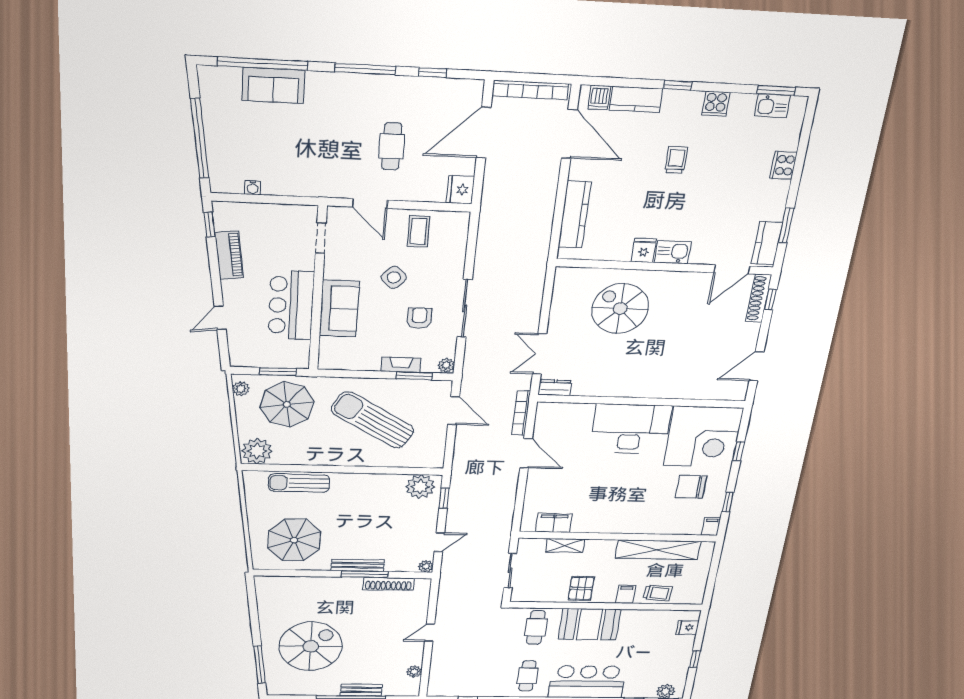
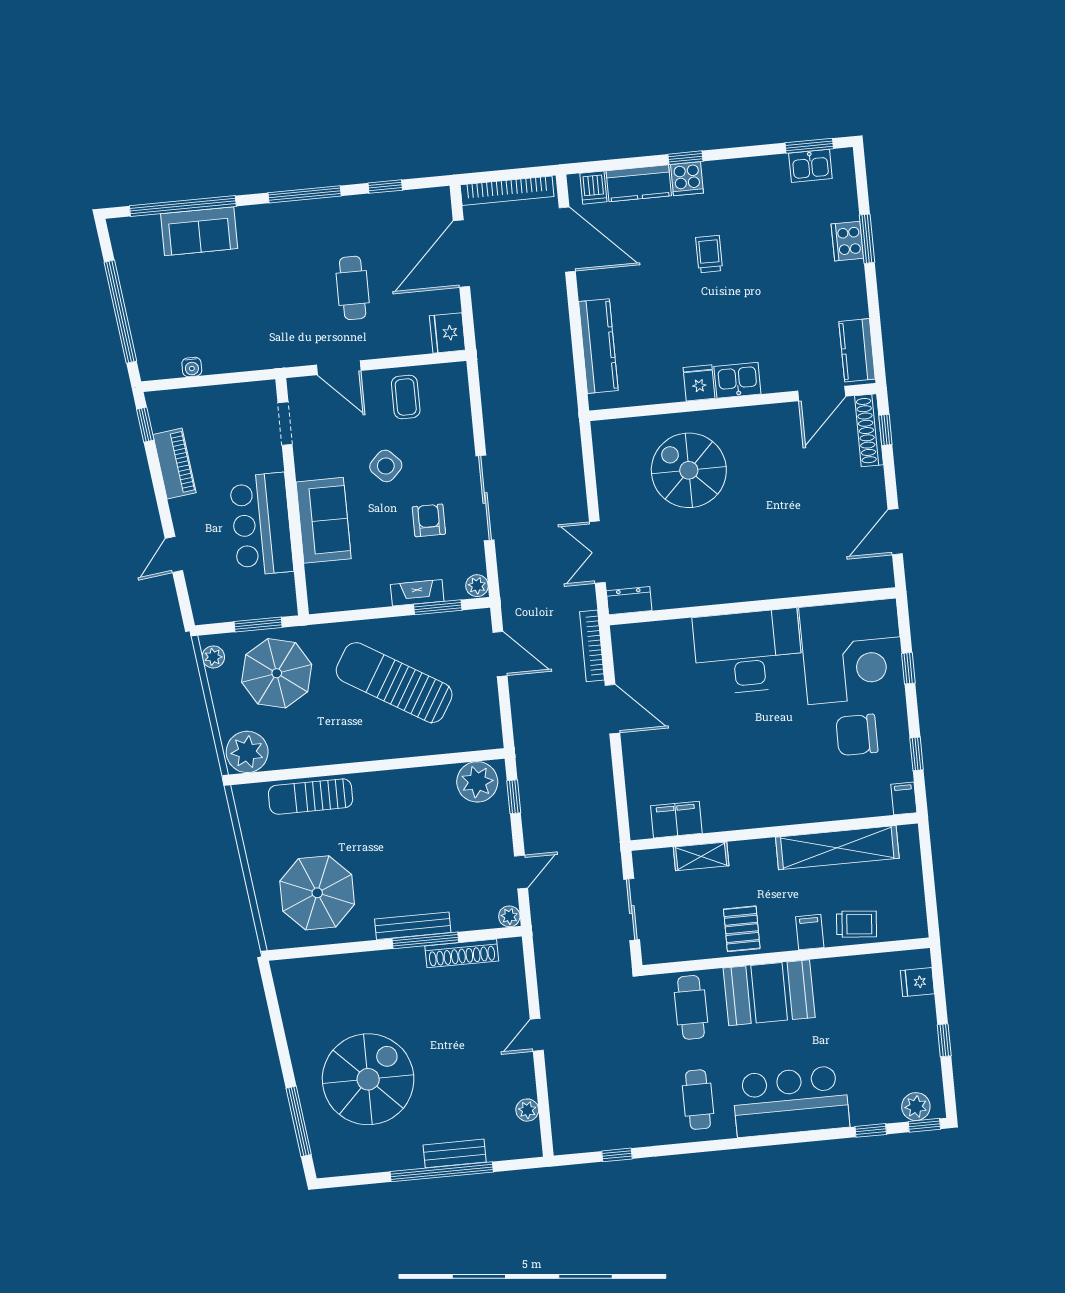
cooker: (716, 104) -> (687, 179), moved
window: (786, 225) -> (867, 239), moved

